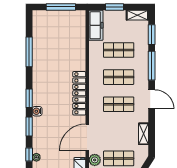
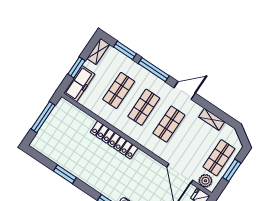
freezer: (96, 25) -> (79, 84), moved, turned 90
window: (29, 52) -> (65, 174), width x0.69
locker: (79, 93) -> (114, 140), moved

